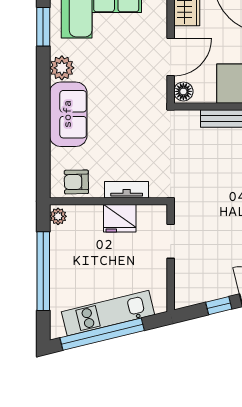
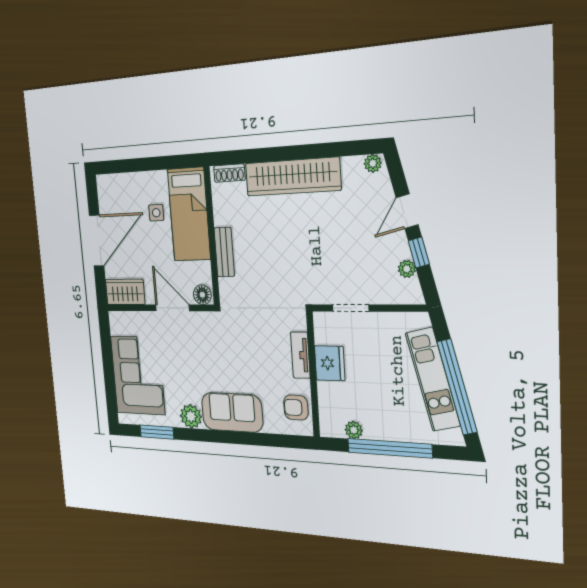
armchair: (76, 182) -> (296, 408), turned 91
plant: (58, 216) -> (354, 430), moved
plant: (205, 294) -> (407, 269), added

